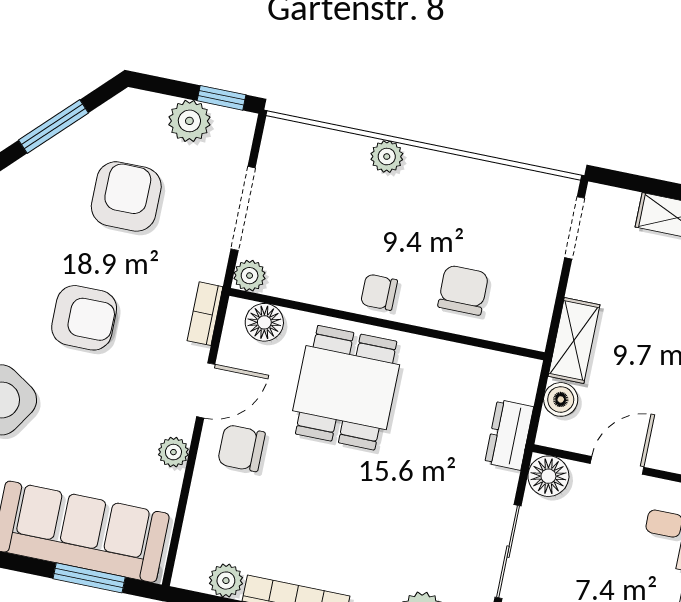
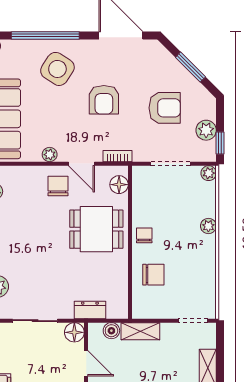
plant: (250, 276) -> (209, 173), moved

